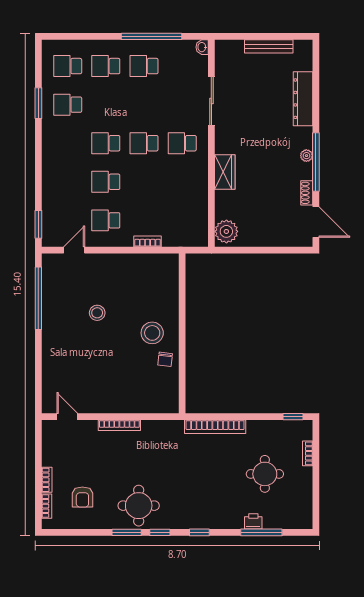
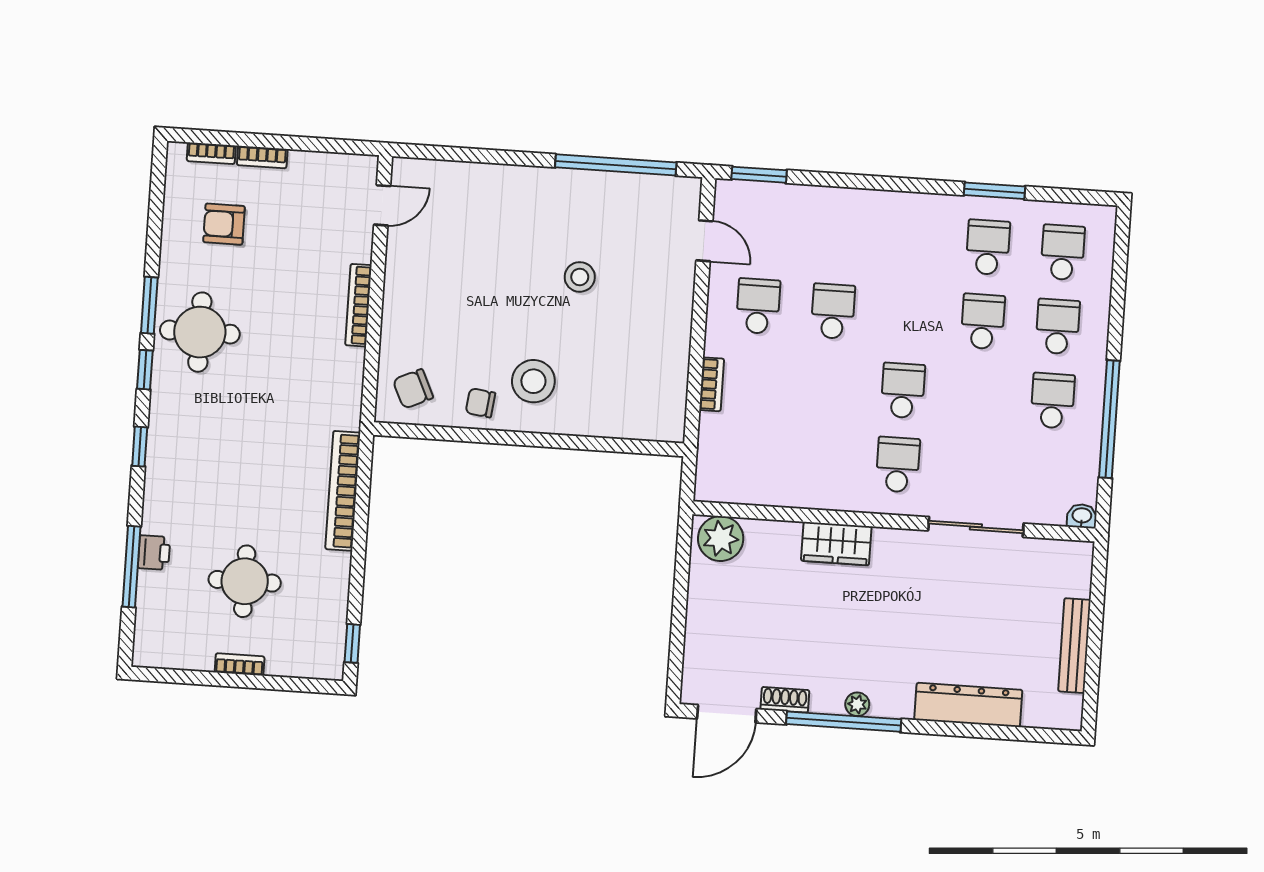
school desk: (106, 143) -> (983, 321), moved
chair: (160, 394) -> (413, 389), added
bookcase: (308, 453) -> (240, 664), moved

